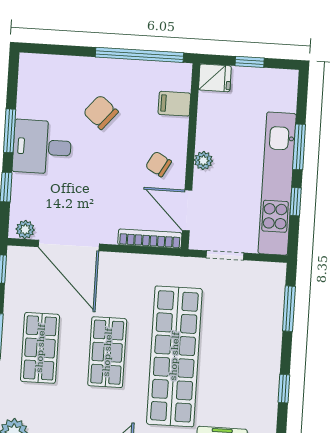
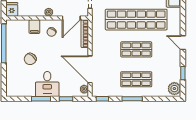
filing cabinet: (174, 104) -> (34, 27), moved
door: (69, 245) -> (90, 69), swing flipped

